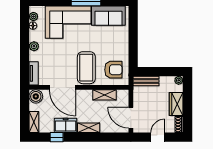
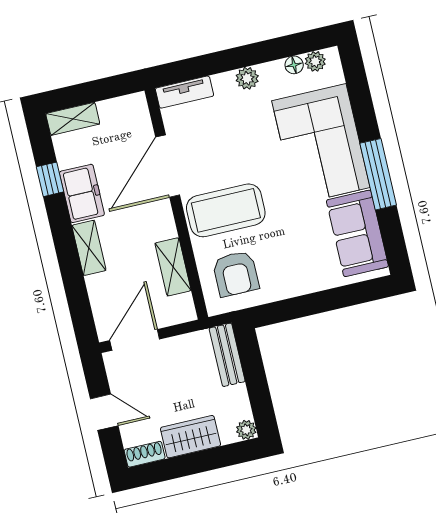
boiler: (36, 96) -> (133, 110), removed

